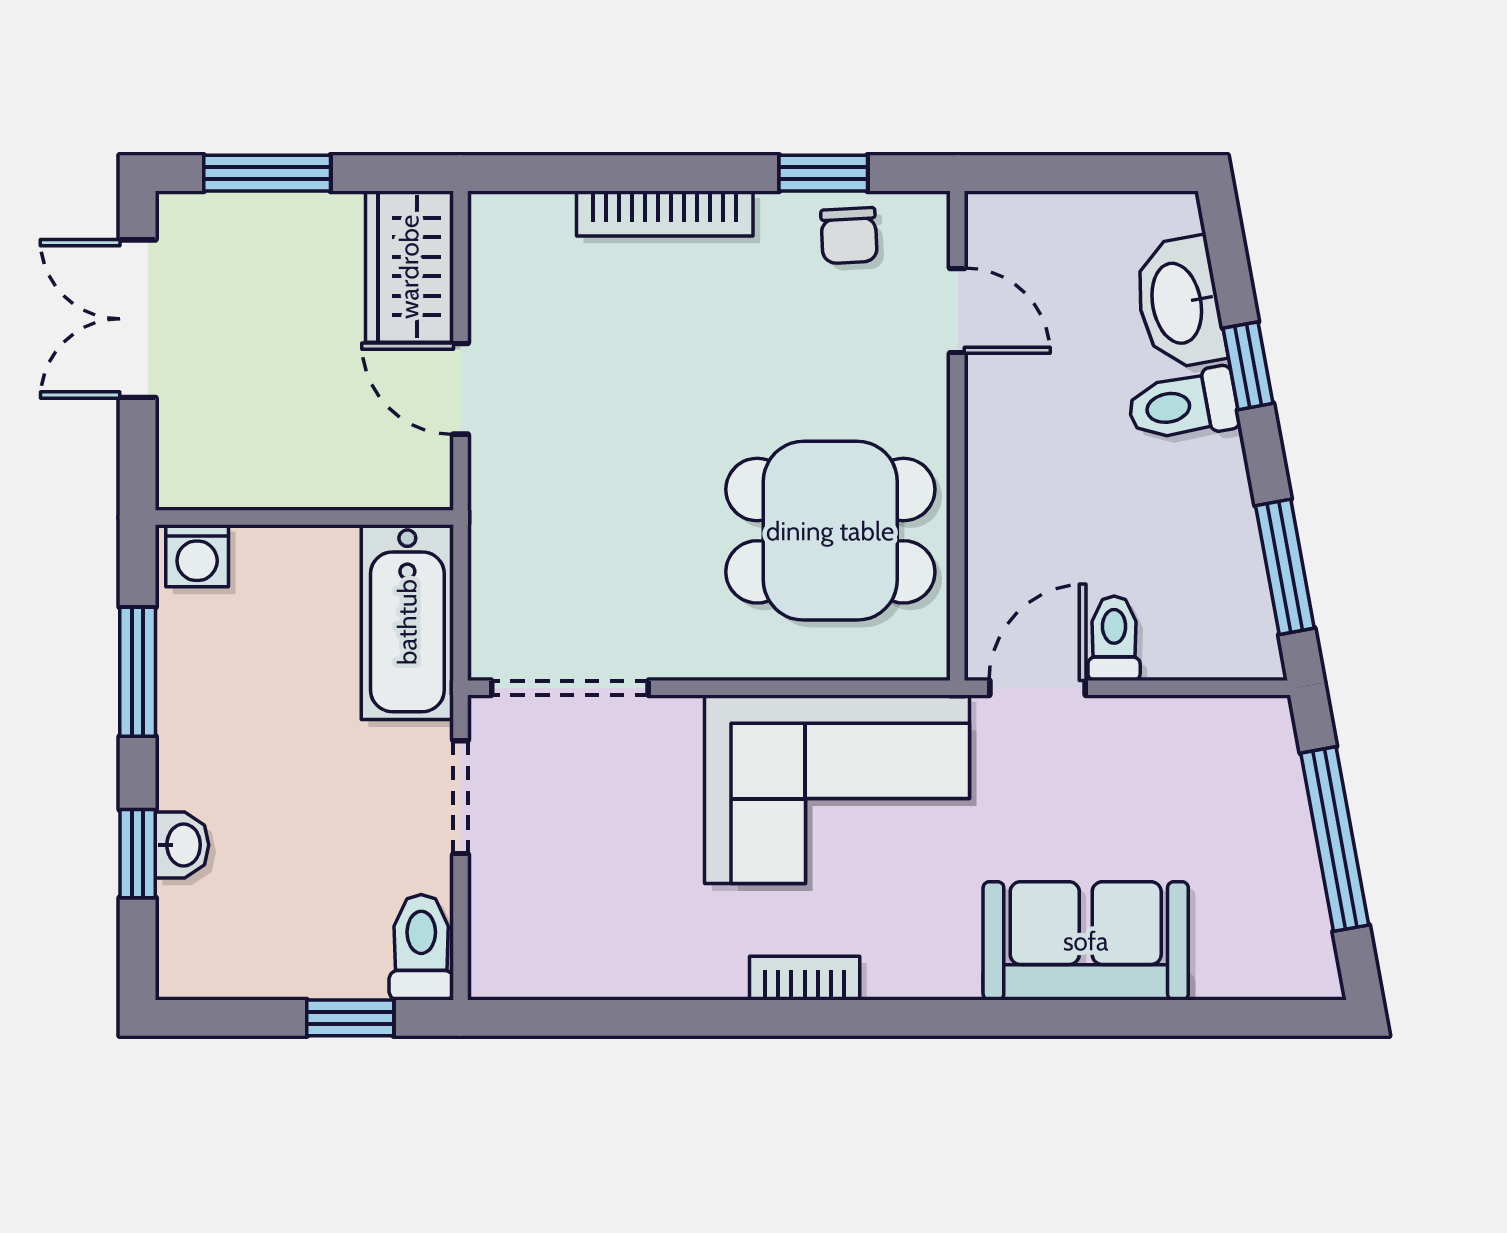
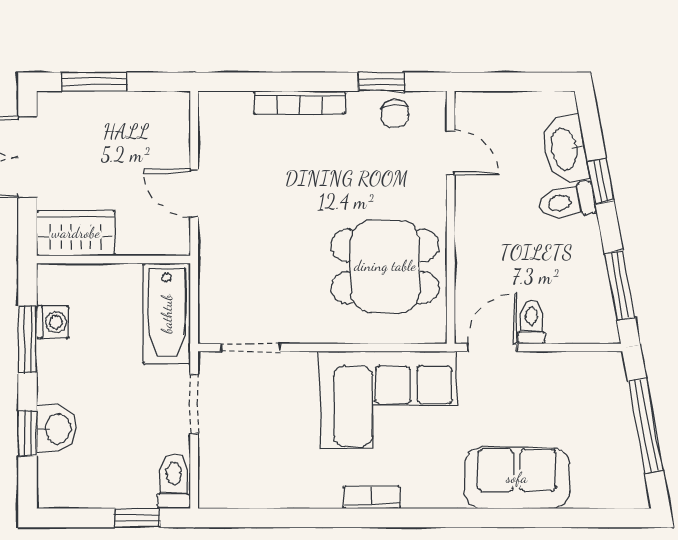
wardrobe: (409, 267) -> (76, 233), moved, turned 90
washing machine: (197, 556) -> (53, 322), moved, turned -90
doorway: (570, 688) -> (251, 347), width x0.73
washbasin: (182, 845) -> (57, 429), width x1.38, depth x1.45

